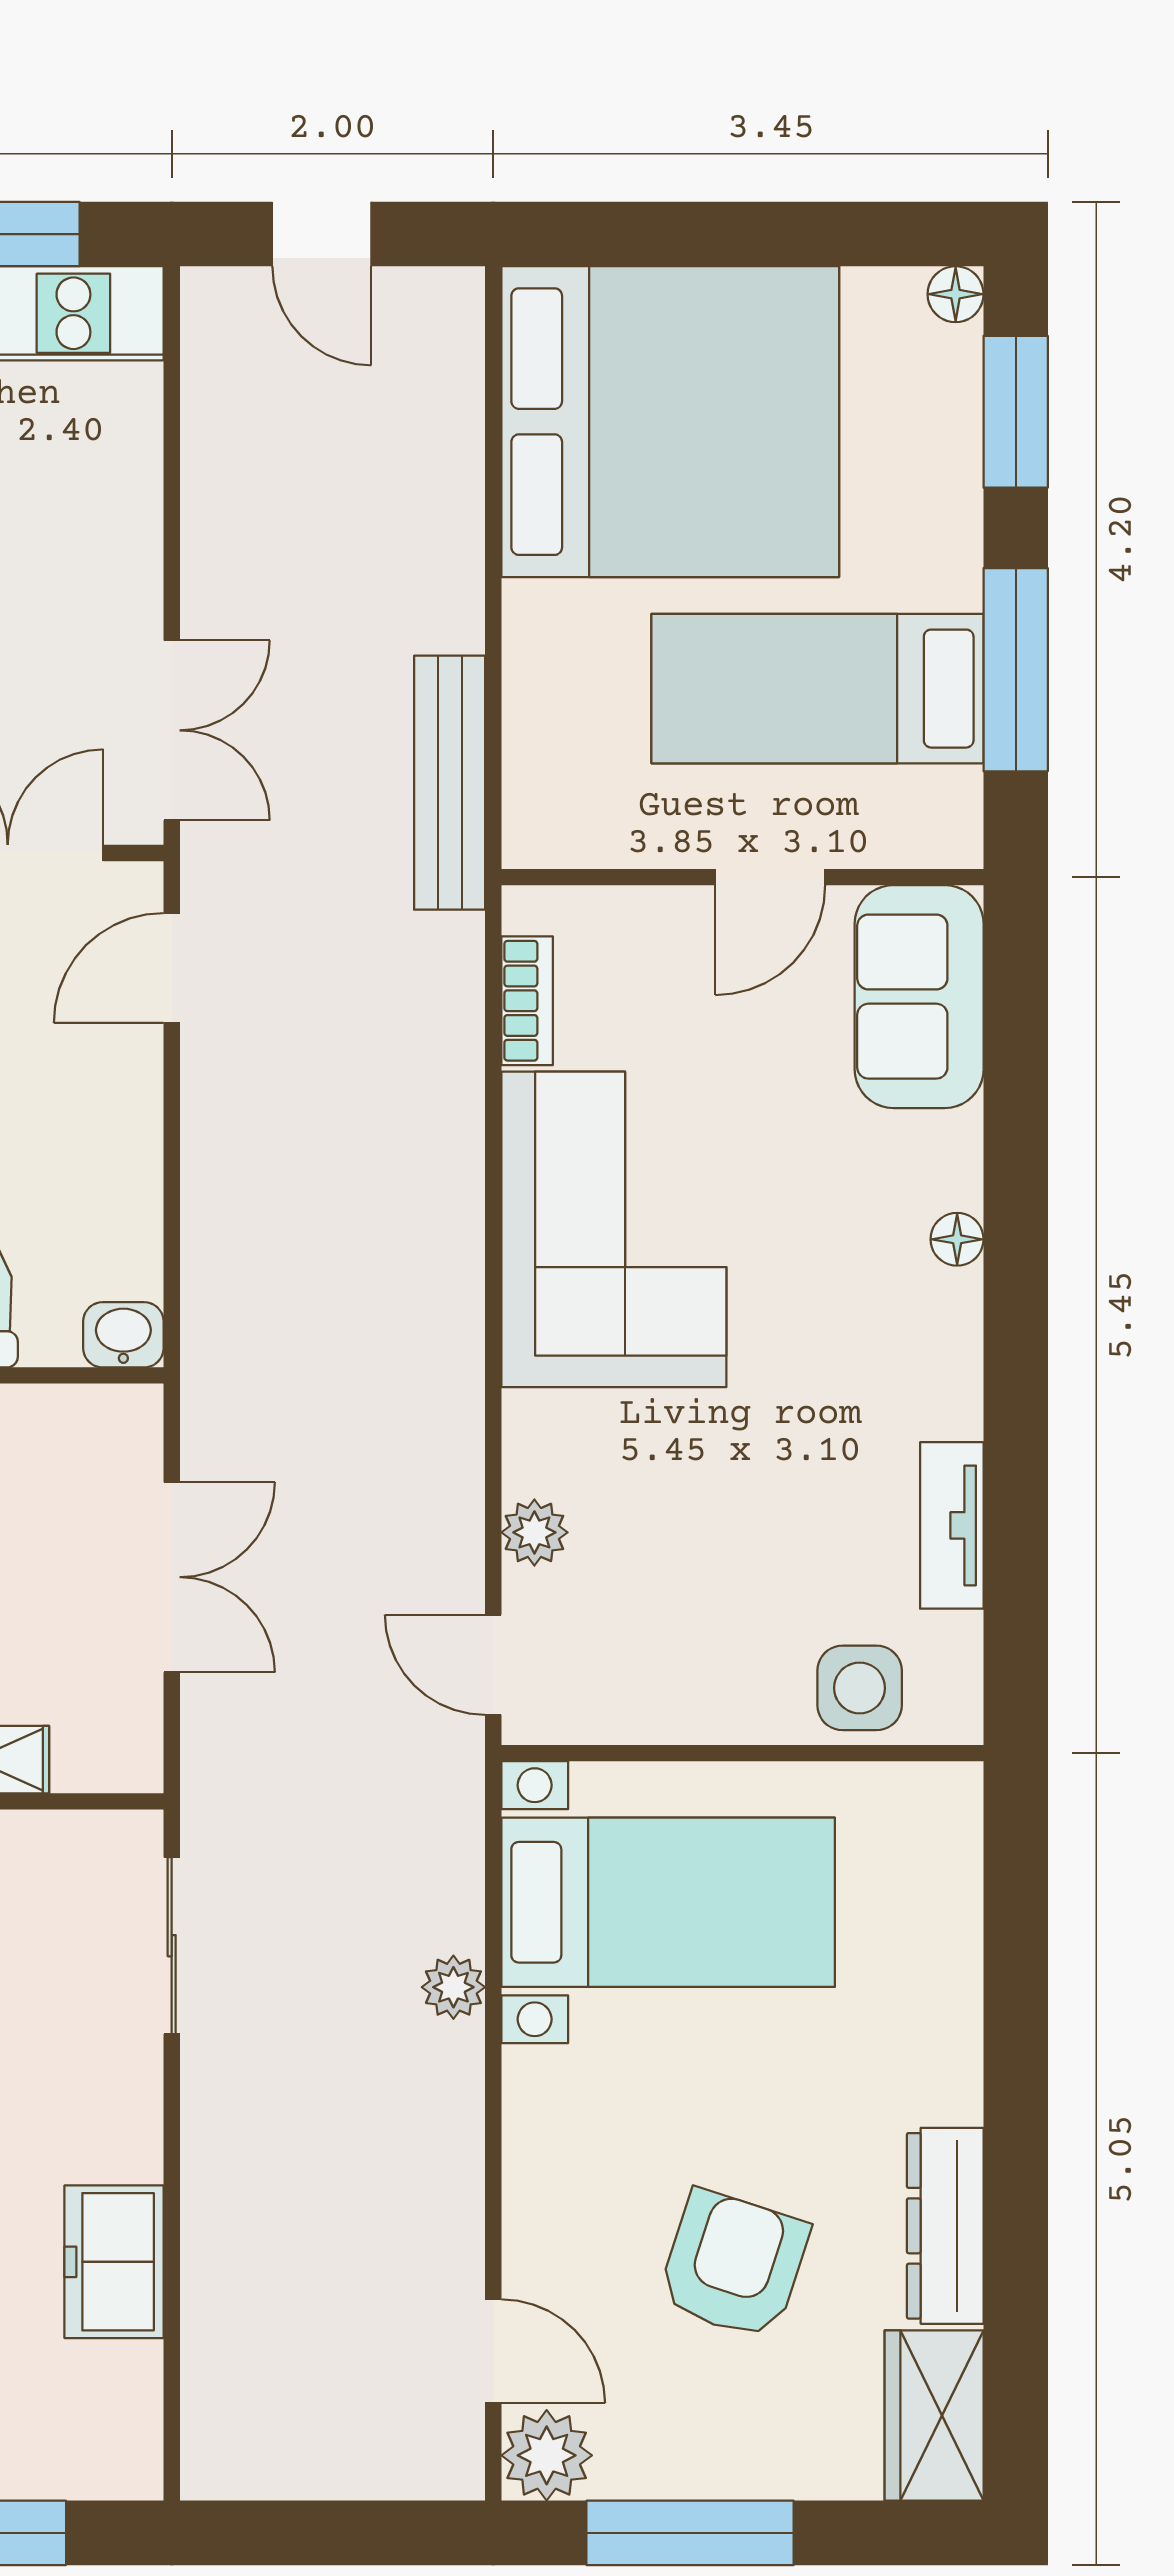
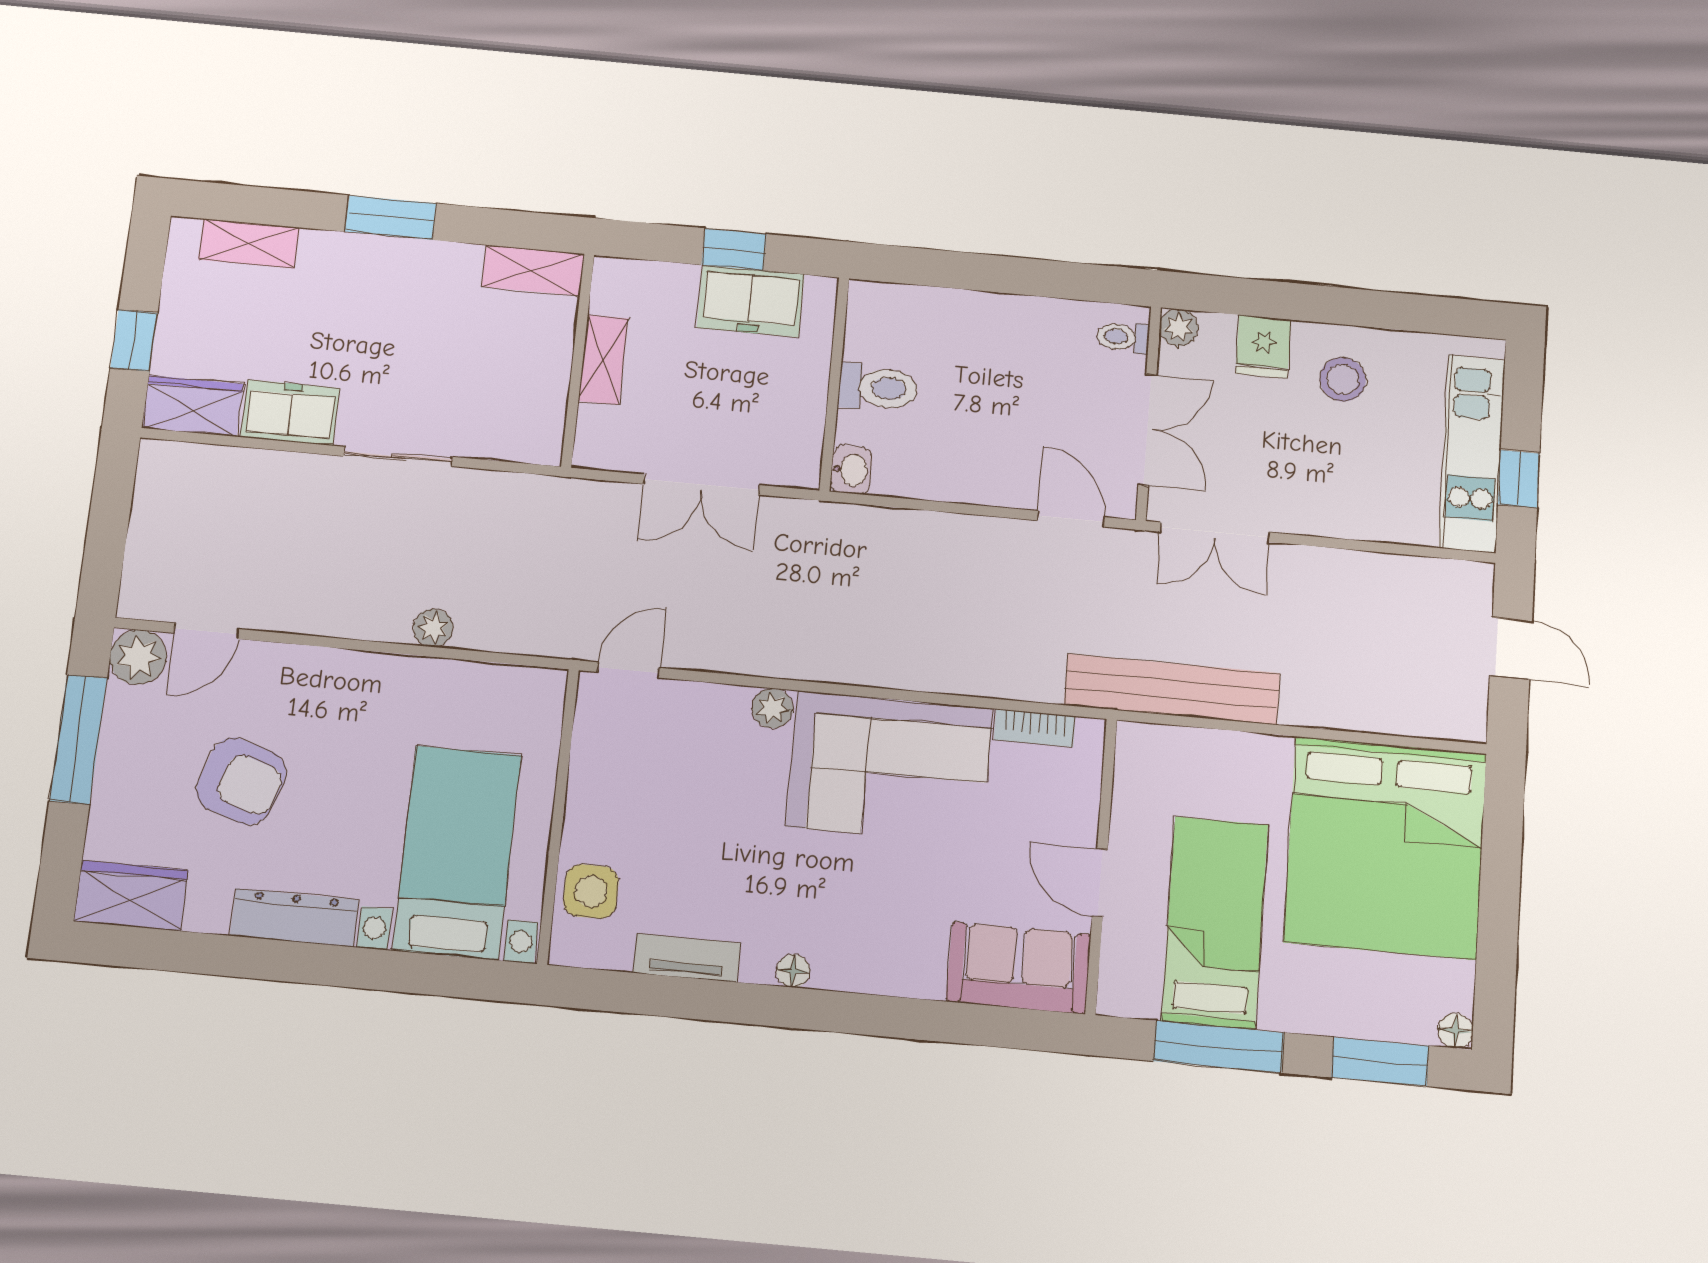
door: (322, 234) -> (1511, 649), swing flipped
bench: (450, 783) -> (1172, 689), width x1.37, depth x1.21
floor lamp: (957, 1239) -> (793, 971), moved
plant: (534, 1532) -> (772, 708), moved
bed with nightstands: (668, 1902) -> (457, 852), moved, turned 180
sliding door: (172, 1946) -> (398, 456), moved
dresser: (945, 2226) -> (294, 918), moved
wardrobe: (118, 2423) -> (192, 406), added

